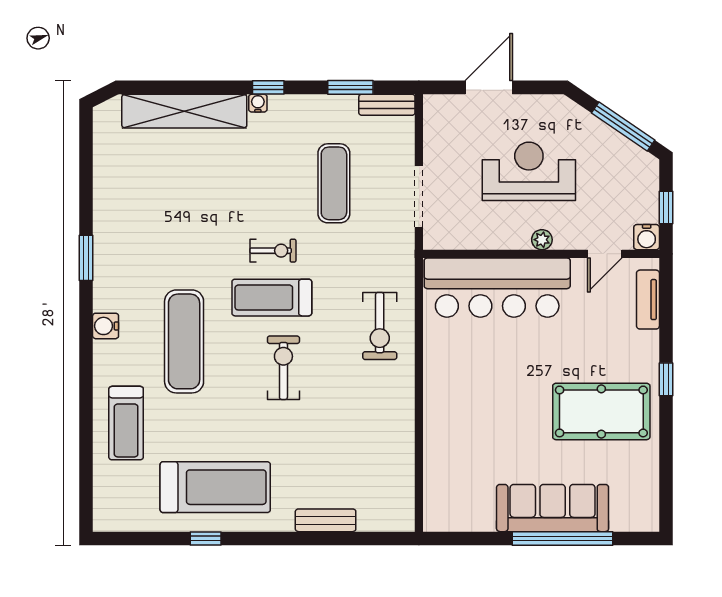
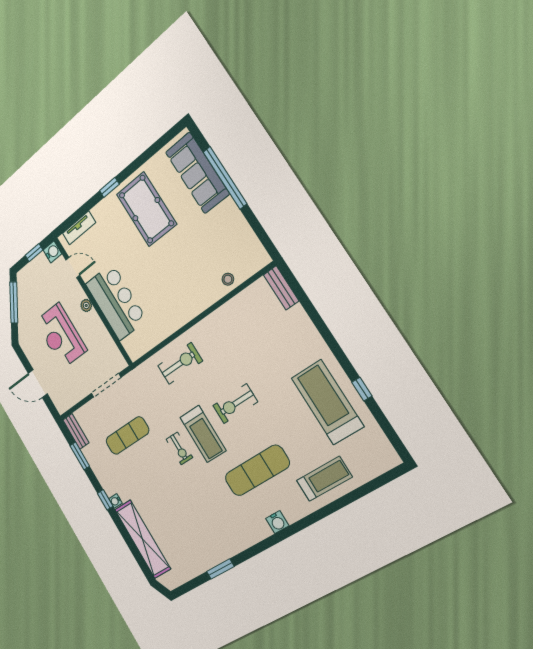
exercise bike: (273, 251) -> (179, 448), turned 180
window: (86, 258) -> (220, 569), moved
bar counter: (497, 288) -> (116, 302), width x0.73
stool: (440, 461) -> (228, 279), added
sofa: (553, 508) -> (197, 173), moved
bench: (326, 520) -> (281, 288), moved

